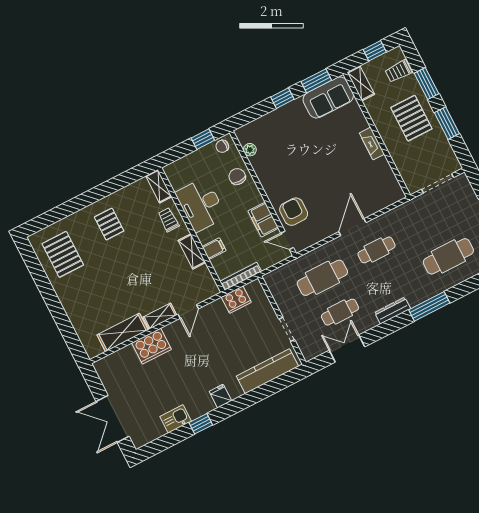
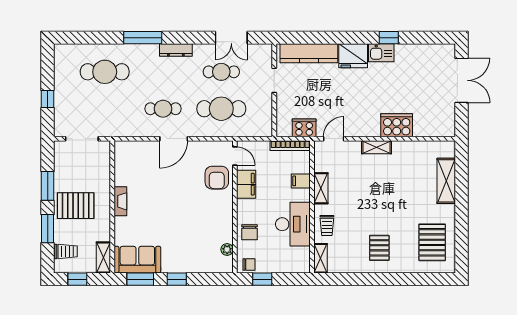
pallet: (411, 118) -> (76, 206), turned 90
door: (188, 312) -> (334, 139), moved
shelving: (122, 332) -> (446, 181), moved, turned 90
fridge: (220, 396) -> (353, 56), width x1.88, depth x1.34
kitchen sink: (176, 419) -> (381, 53), moved

